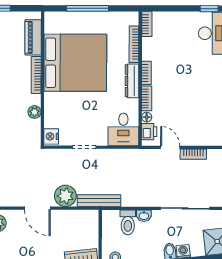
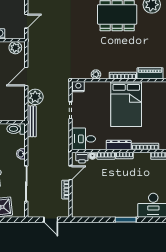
bed: (75, 63) -> (126, 104), width x0.73
toilet: (128, 222) -> (16, 129), moved

